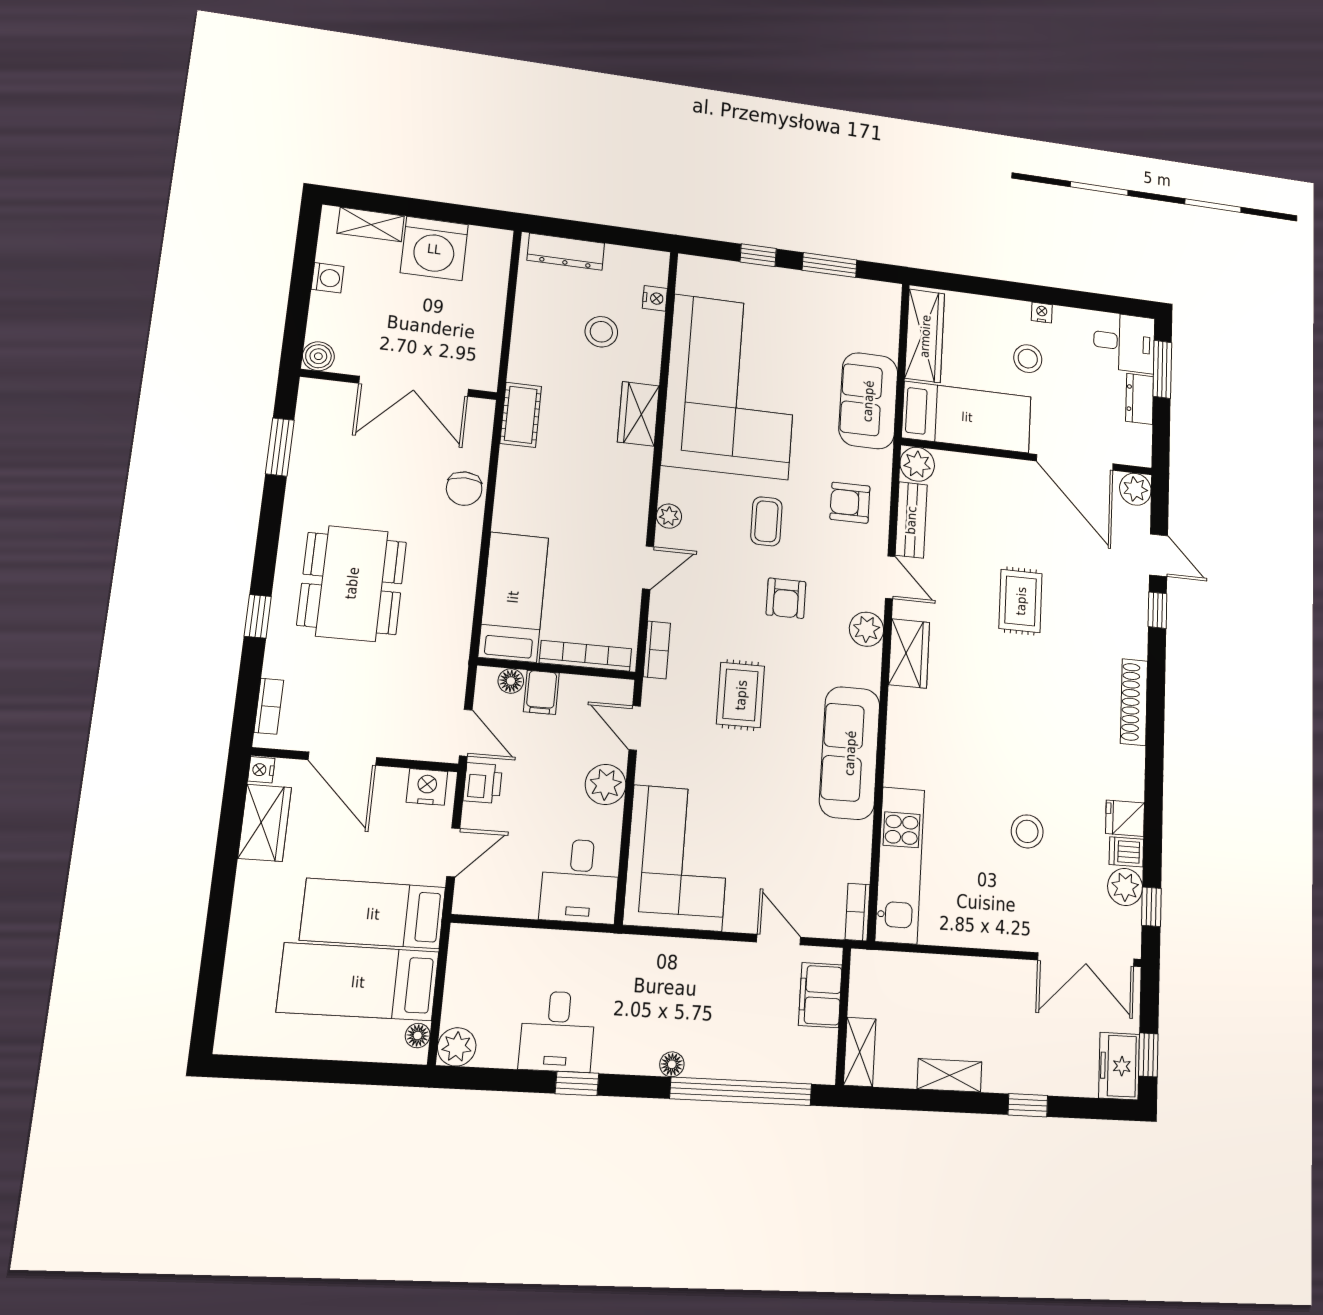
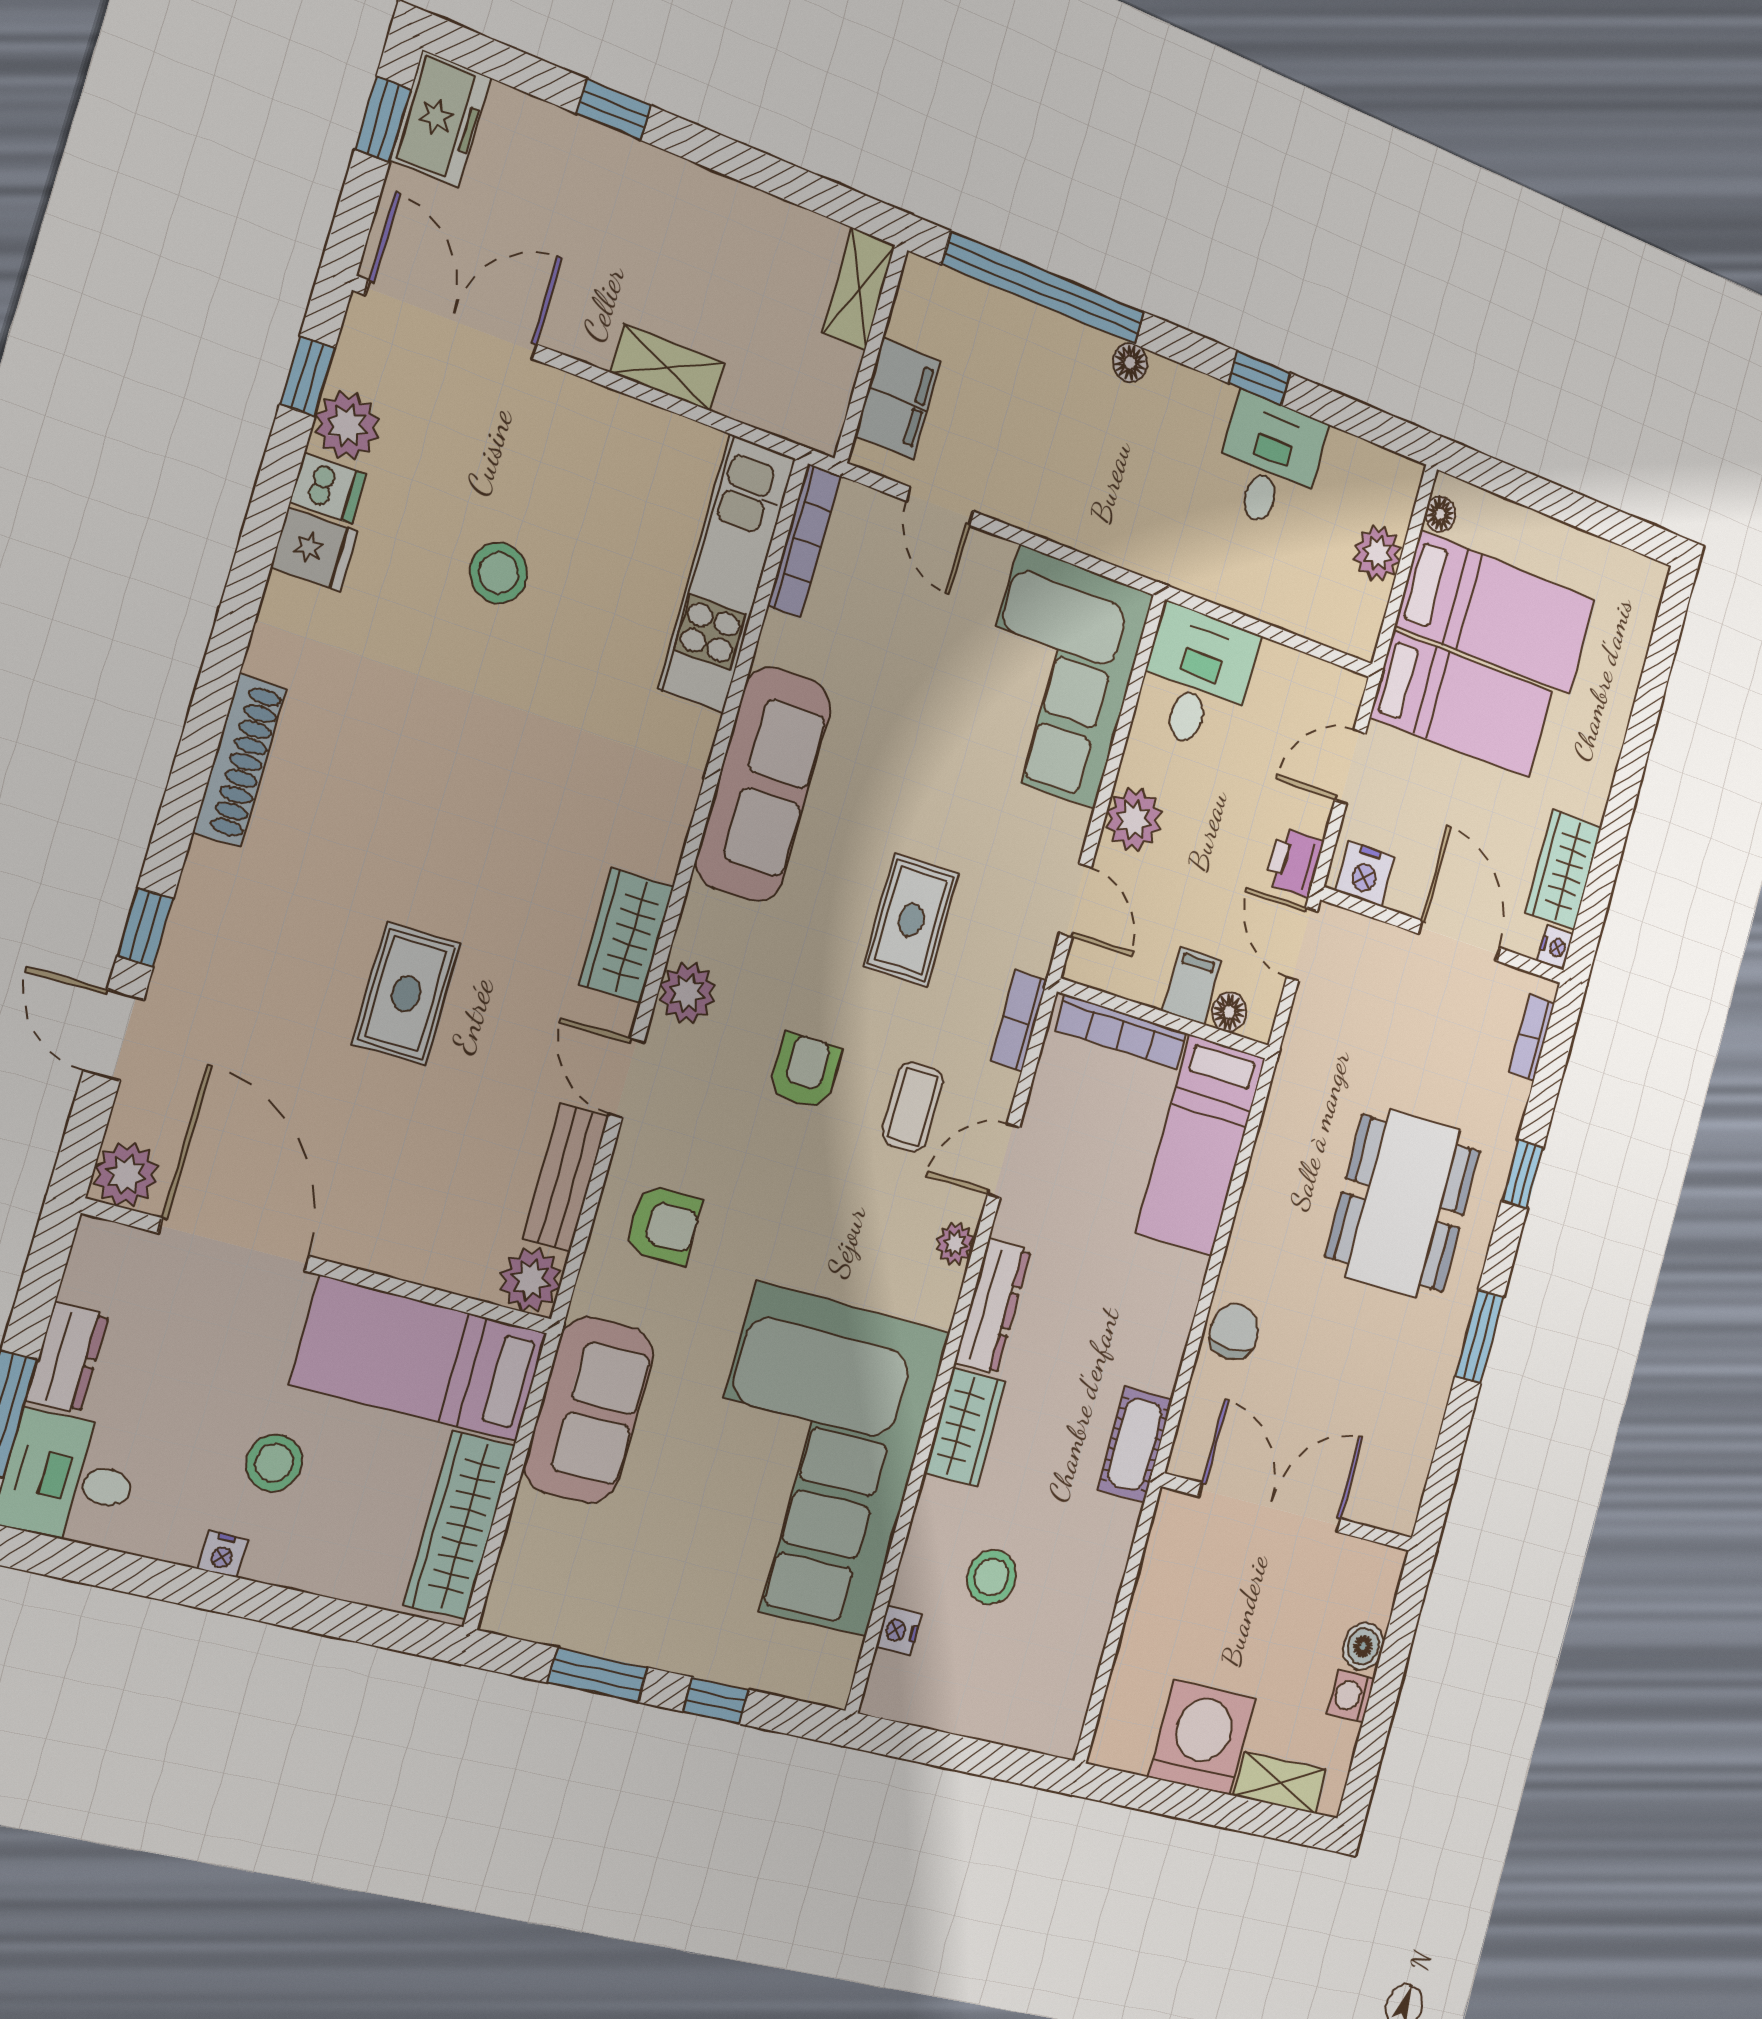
dresser: (566, 252) -> (993, 1307), moved, turned 90
boiler: (318, 356) -> (1363, 1646), moved
window: (280, 447) -> (1479, 1337), moved
coffee table: (766, 521) -> (913, 1107), moved
bookcase: (857, 912) -> (804, 541), width x1.56
plant: (457, 1047) -> (1378, 553), moved
shelving: (949, 1075) -> (667, 368), moved

